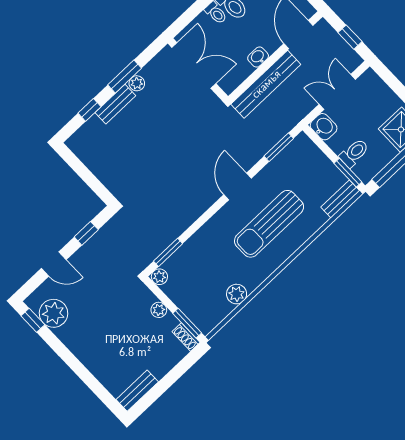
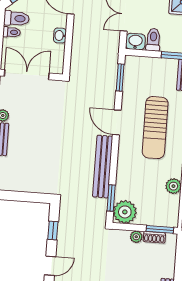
bench: (266, 84) -> (103, 167), moved
toilet: (354, 153) -> (153, 40), moved
plant: (159, 277) -> (125, 212), width x1.87, depth x1.87
shoe rack: (186, 337) -> (154, 237), moved

